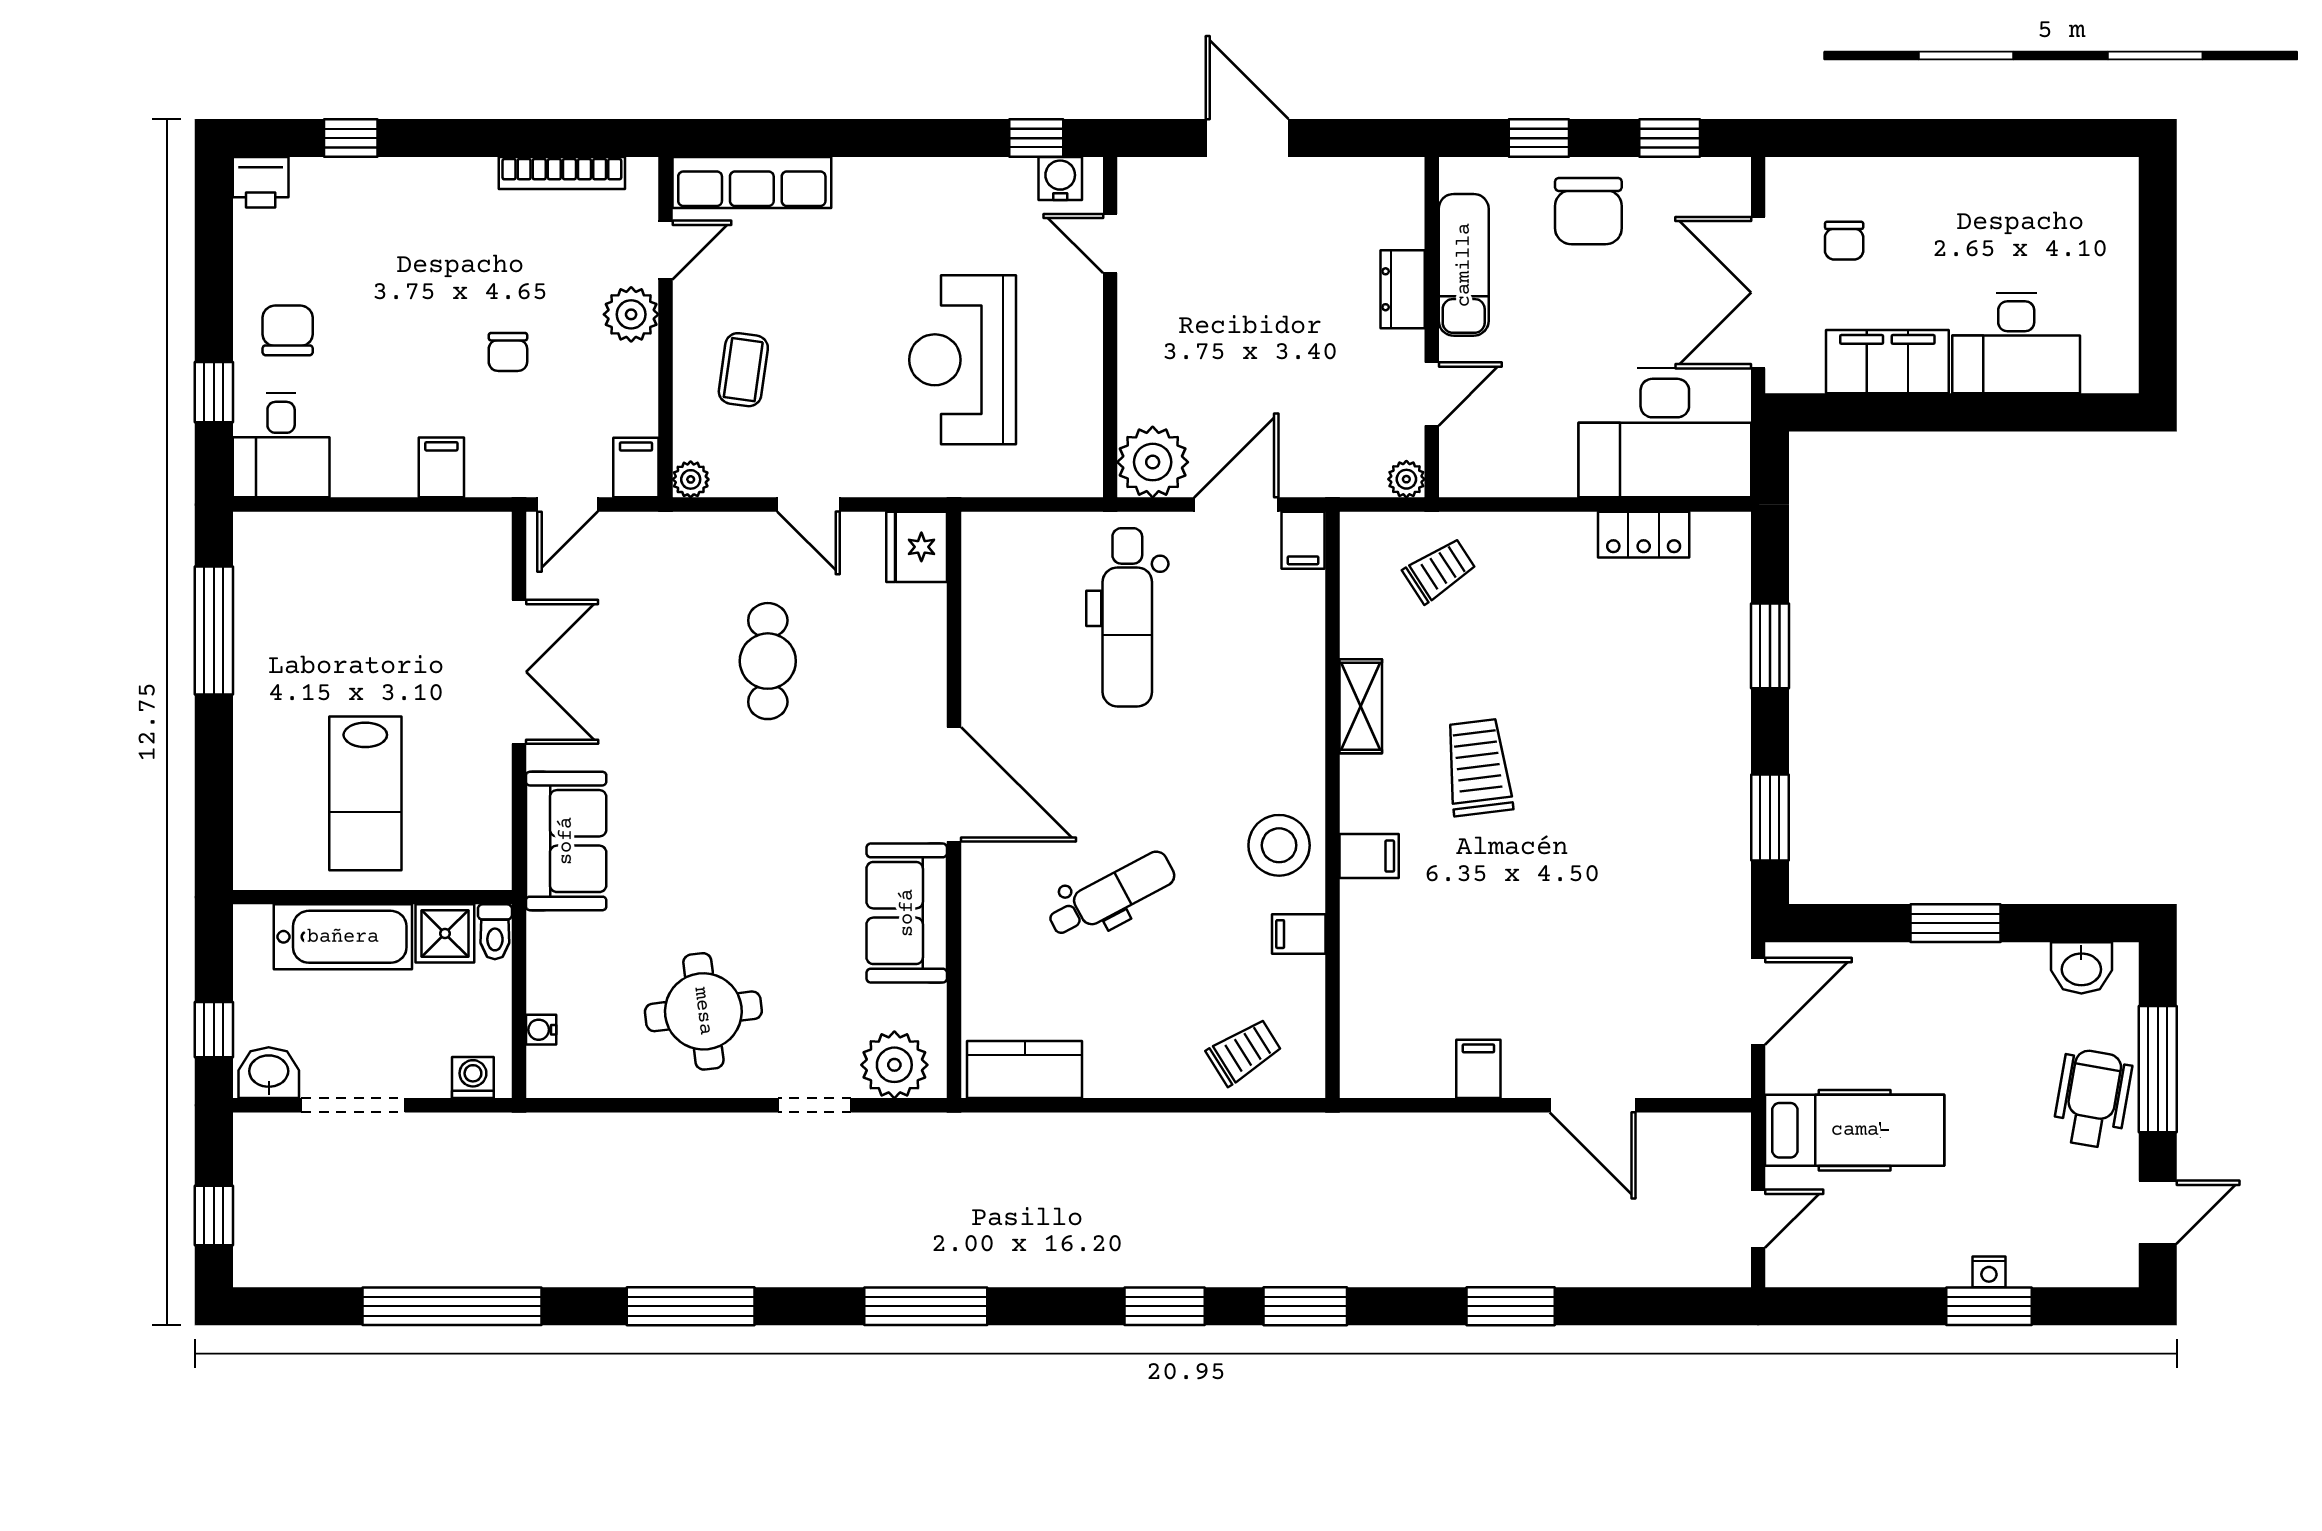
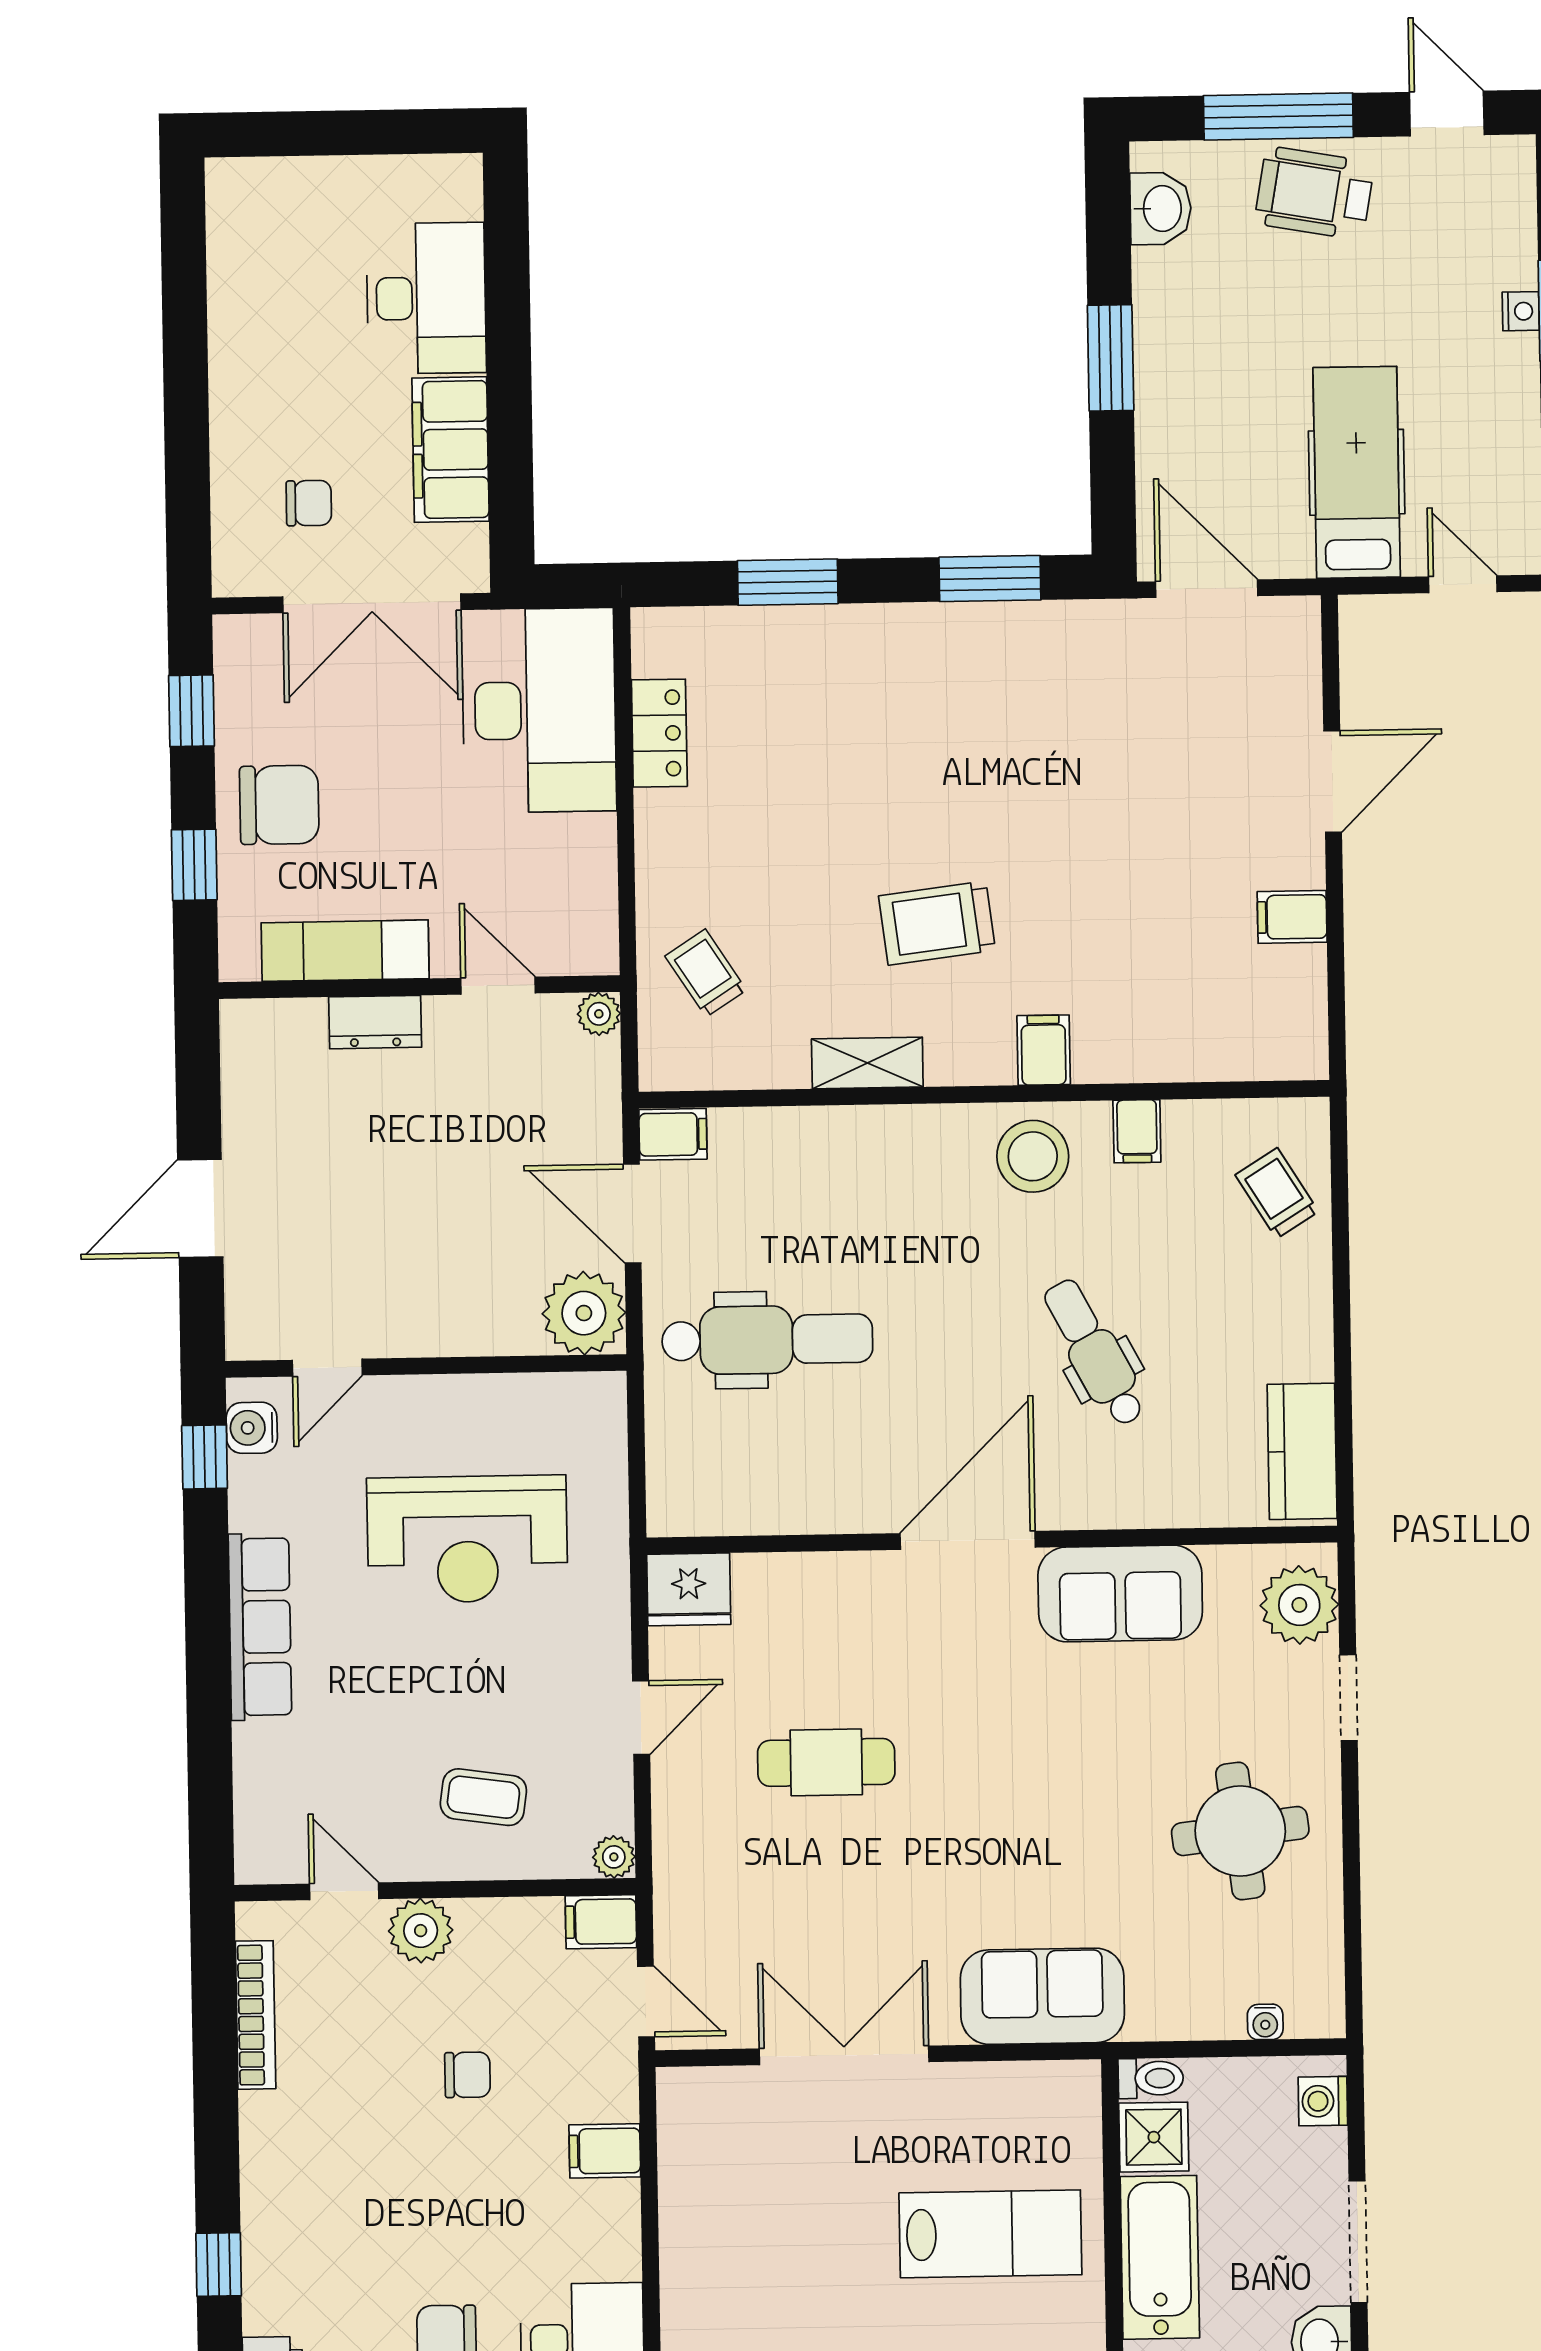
row of seats: (752, 183) -> (260, 1627), moved

